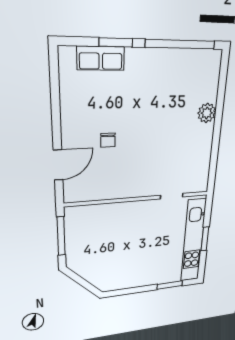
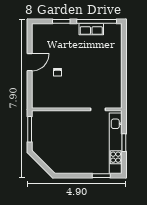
row of seats: (101, 58) -> (91, 29), moved
plant: (207, 113) -> (116, 58), removed
door: (58, 165) -> (30, 62), moved

